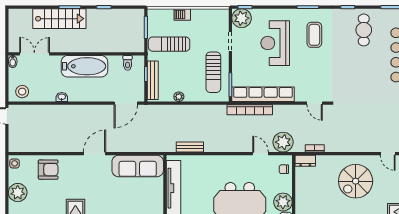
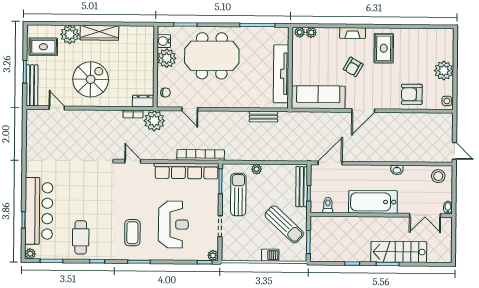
plant: (242, 18) -> (213, 255), width x0.53, depth x0.53
sun lounger: (169, 44) -> (284, 224), turned 43
plant: (179, 97) -> (257, 169), moved
plant: (283, 142) -> (154, 121), moved
armchair: (105, 195) -> (353, 67), added

